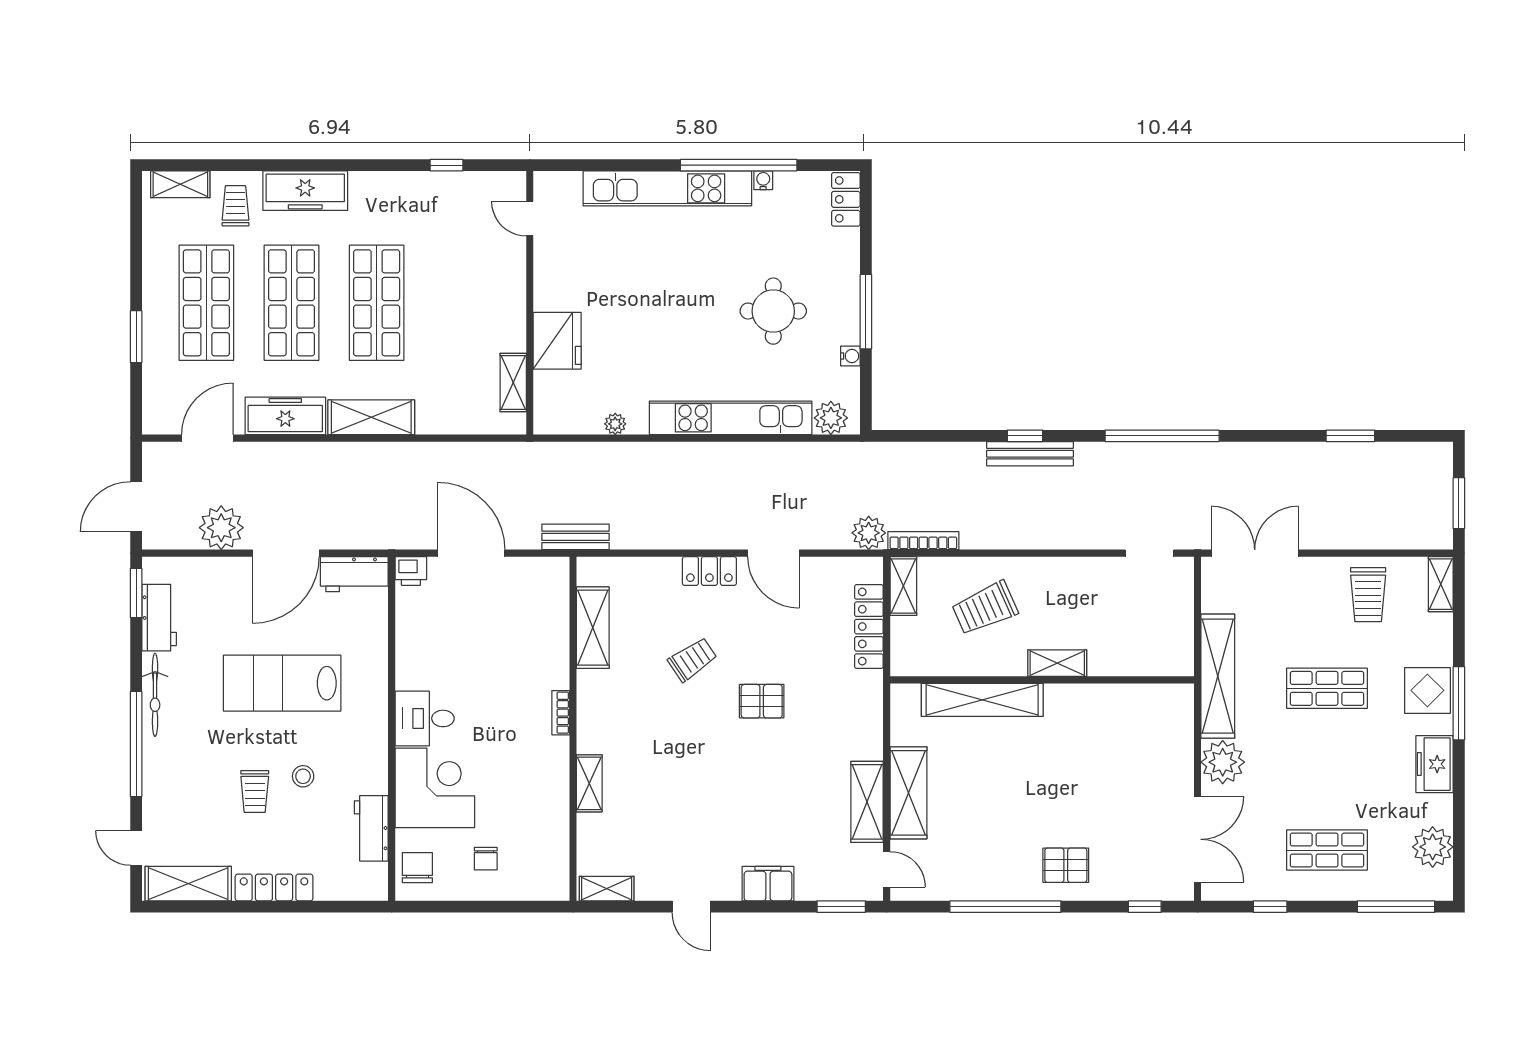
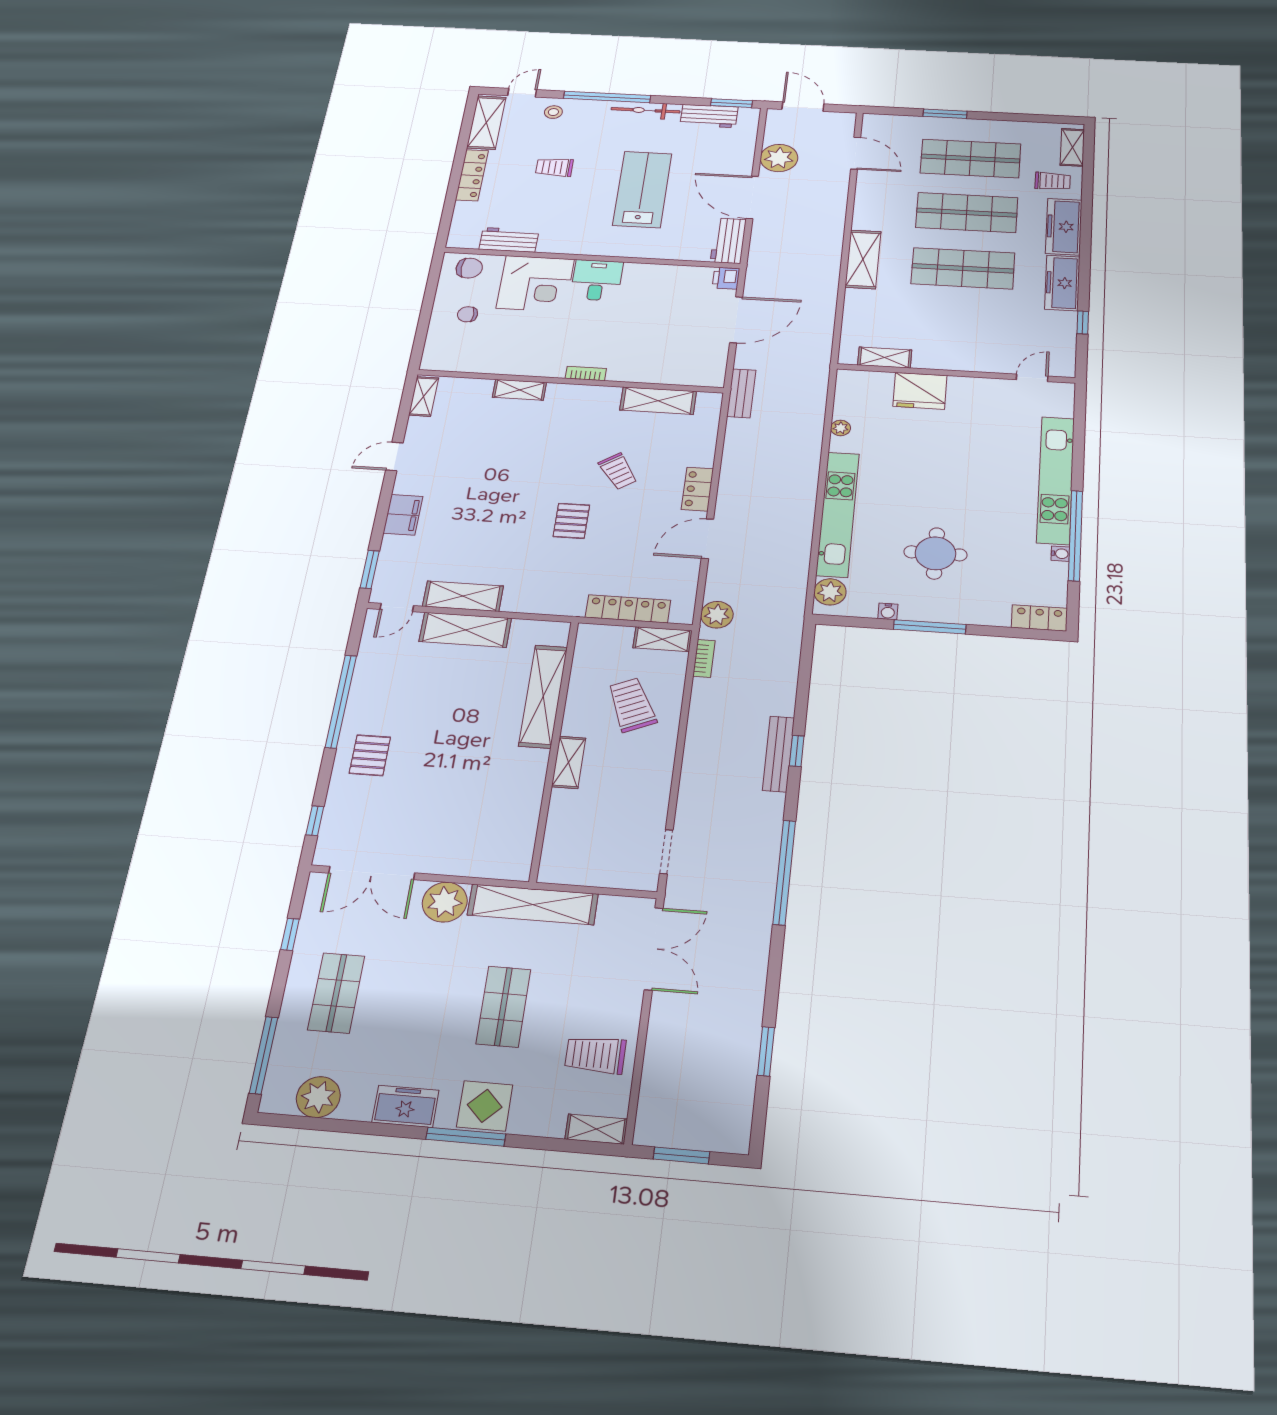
freezer: (285, 416) -> (1062, 283), moved, turned 180
bookcase: (923, 541) -> (704, 658), width x0.64
stool: (303, 776) -> (553, 112), moved

